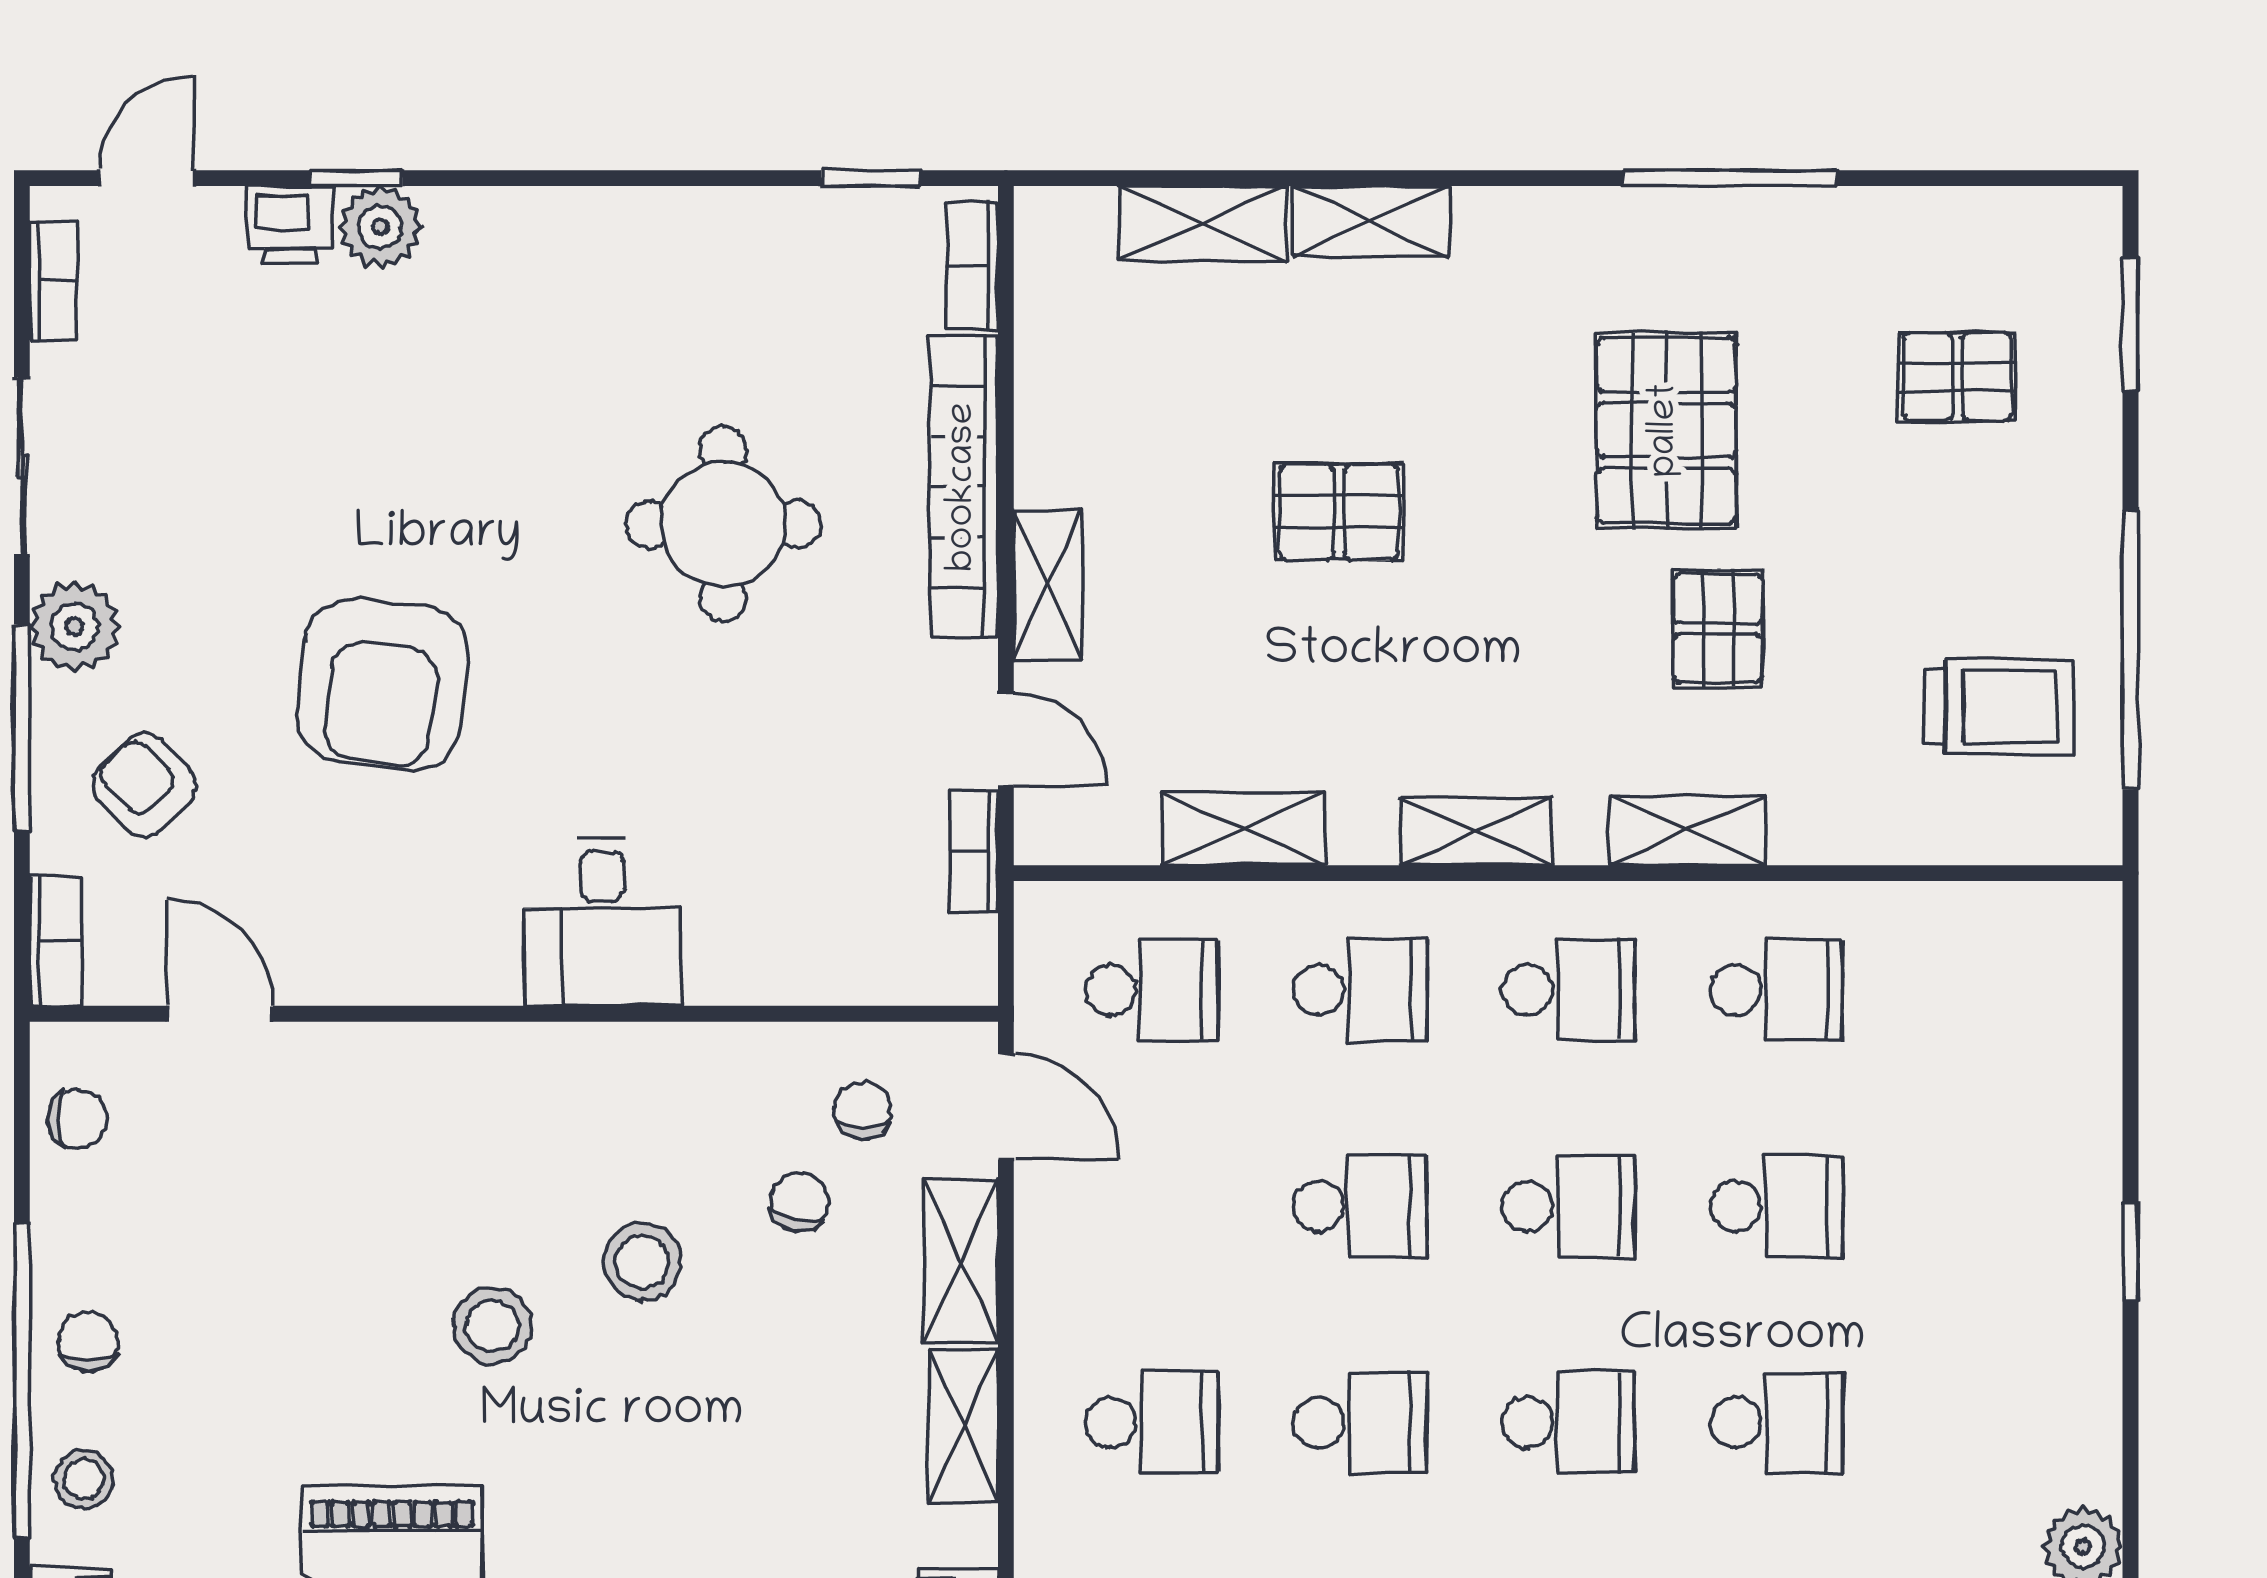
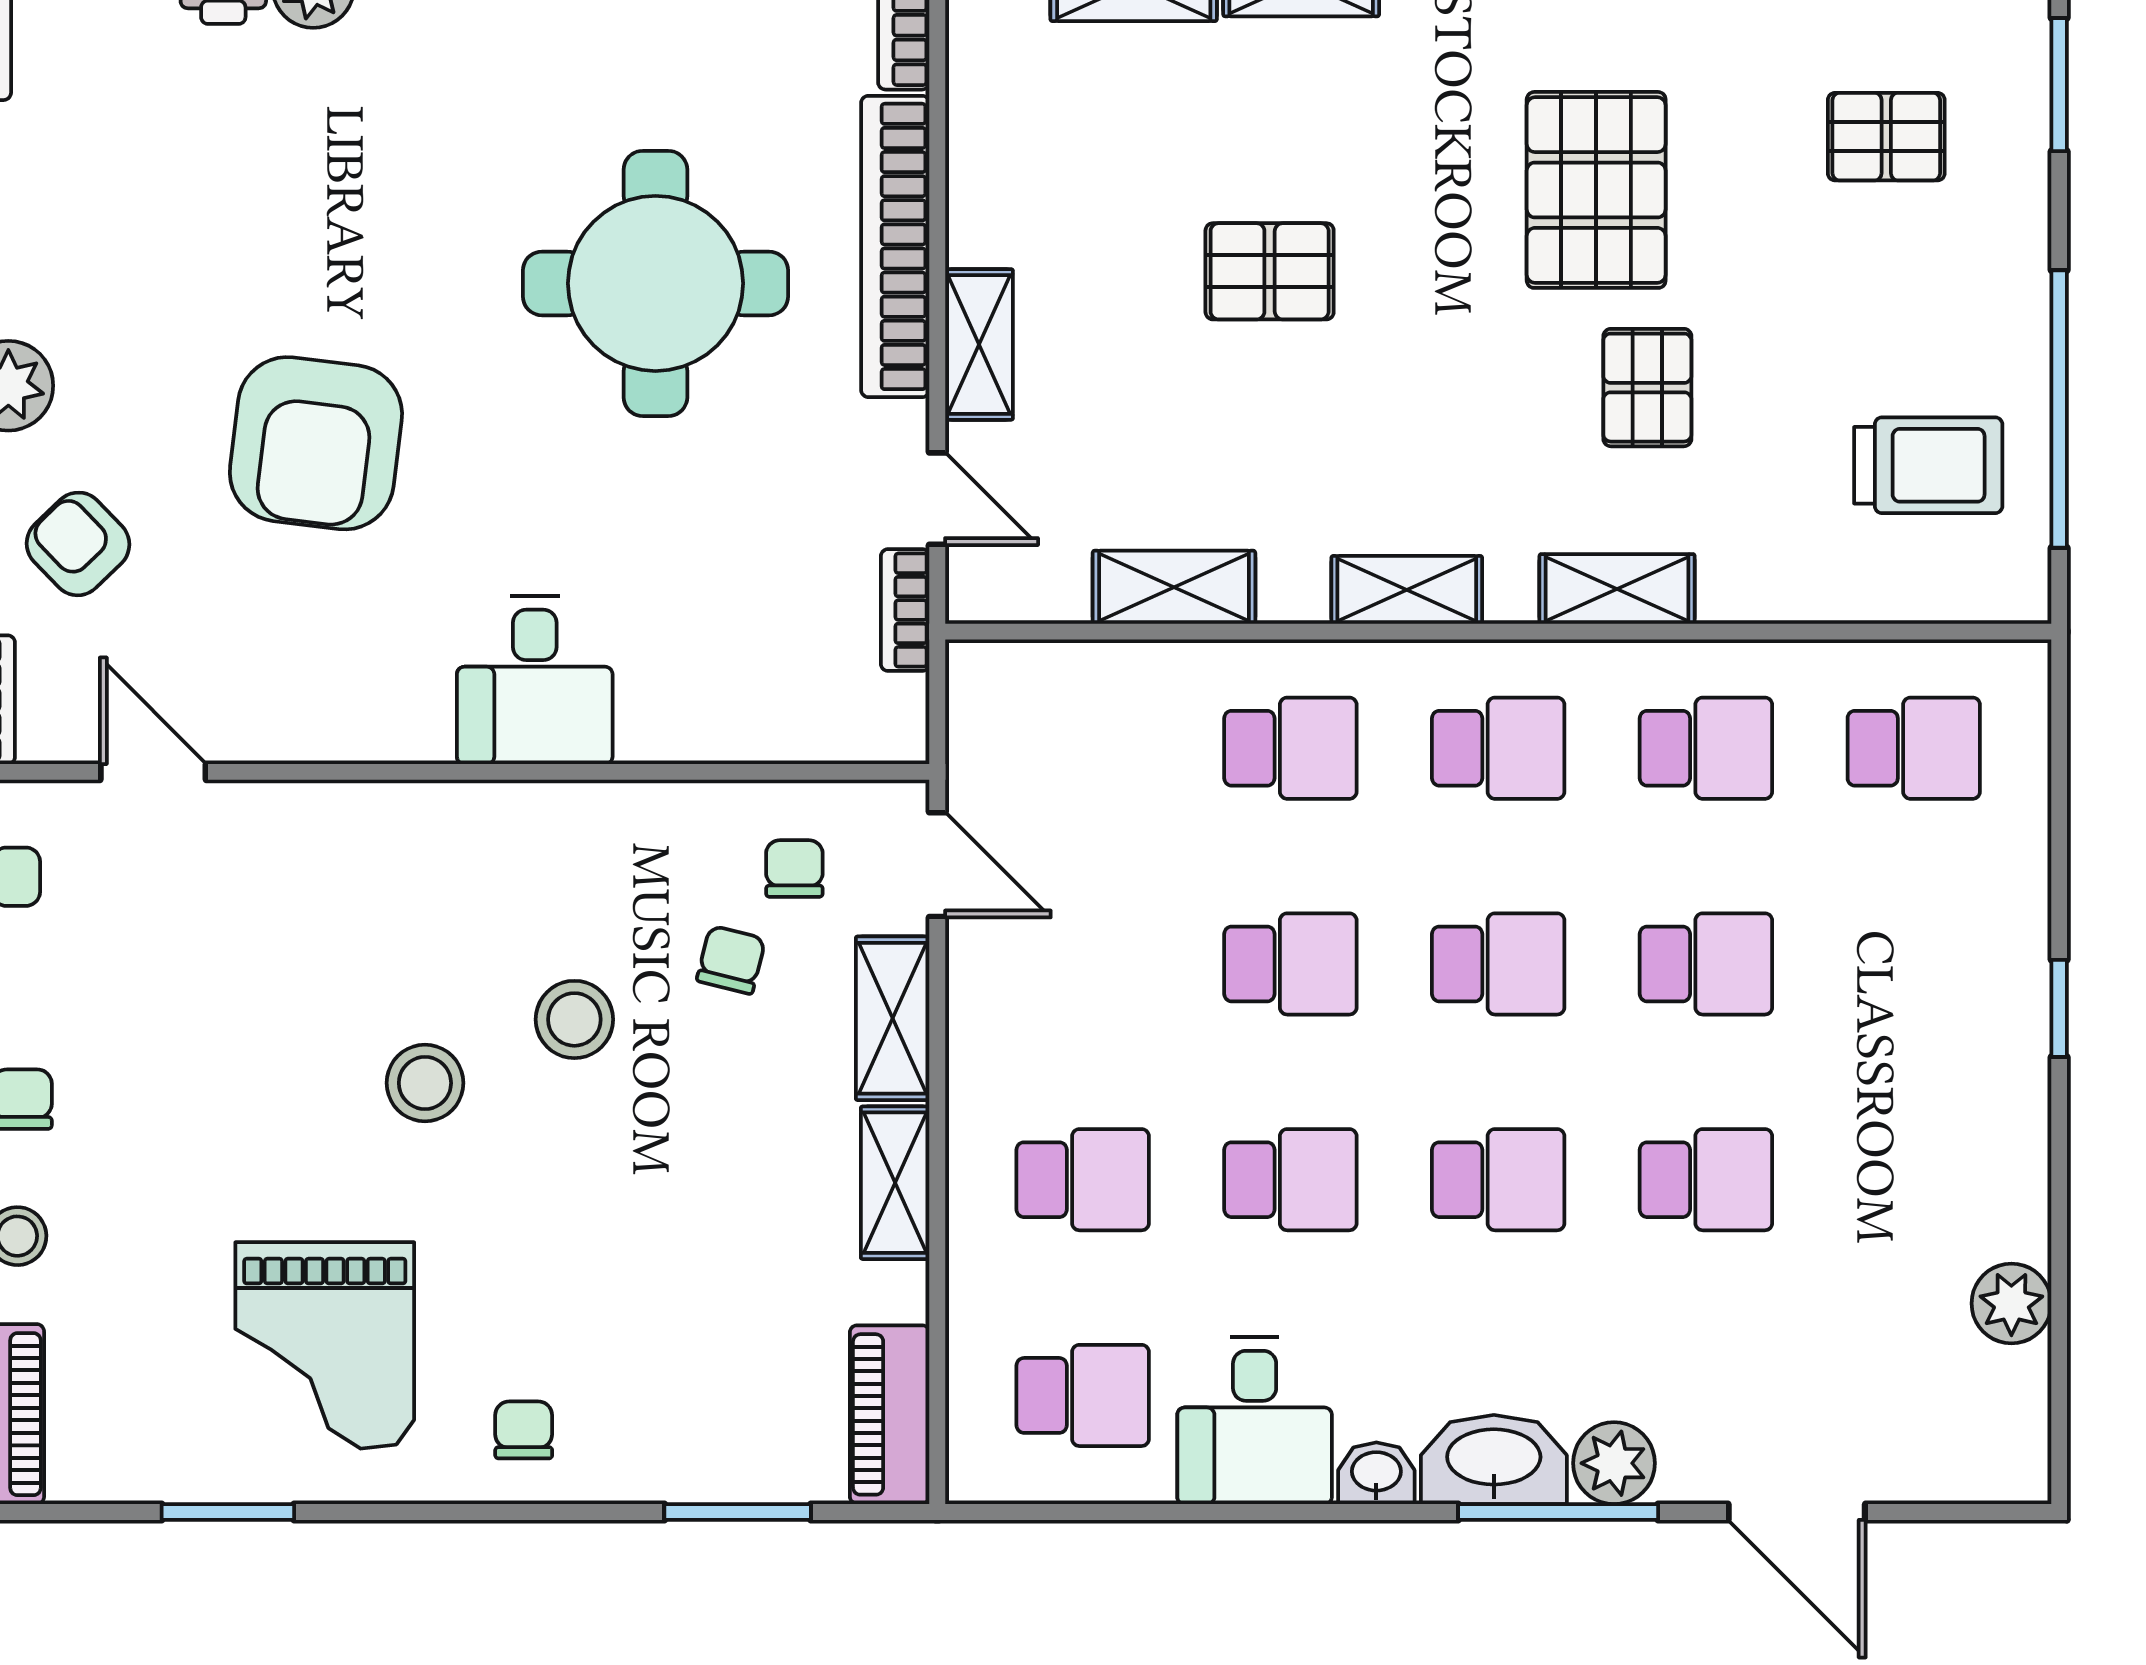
round table: (723, 524) -> (655, 283), width x1.36, depth x1.36
school desk: (1152, 990) -> (1914, 748), moved

